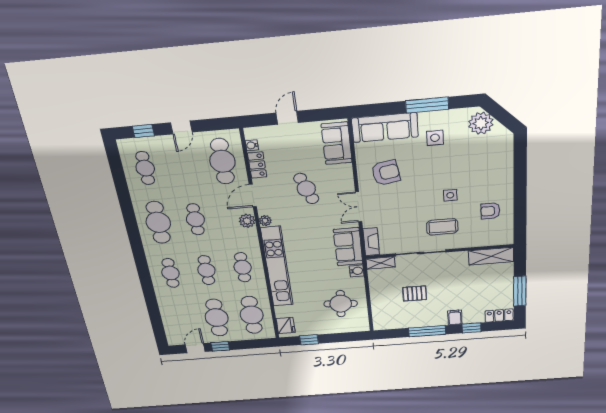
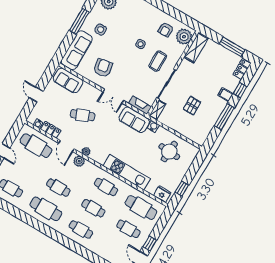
plant: (496, 236) -> (184, 37), added
kitchen unit: (277, 267) -> (127, 172), width x0.73
cafe table: (217, 318) -> (128, 229), width x0.73, depth x0.74

